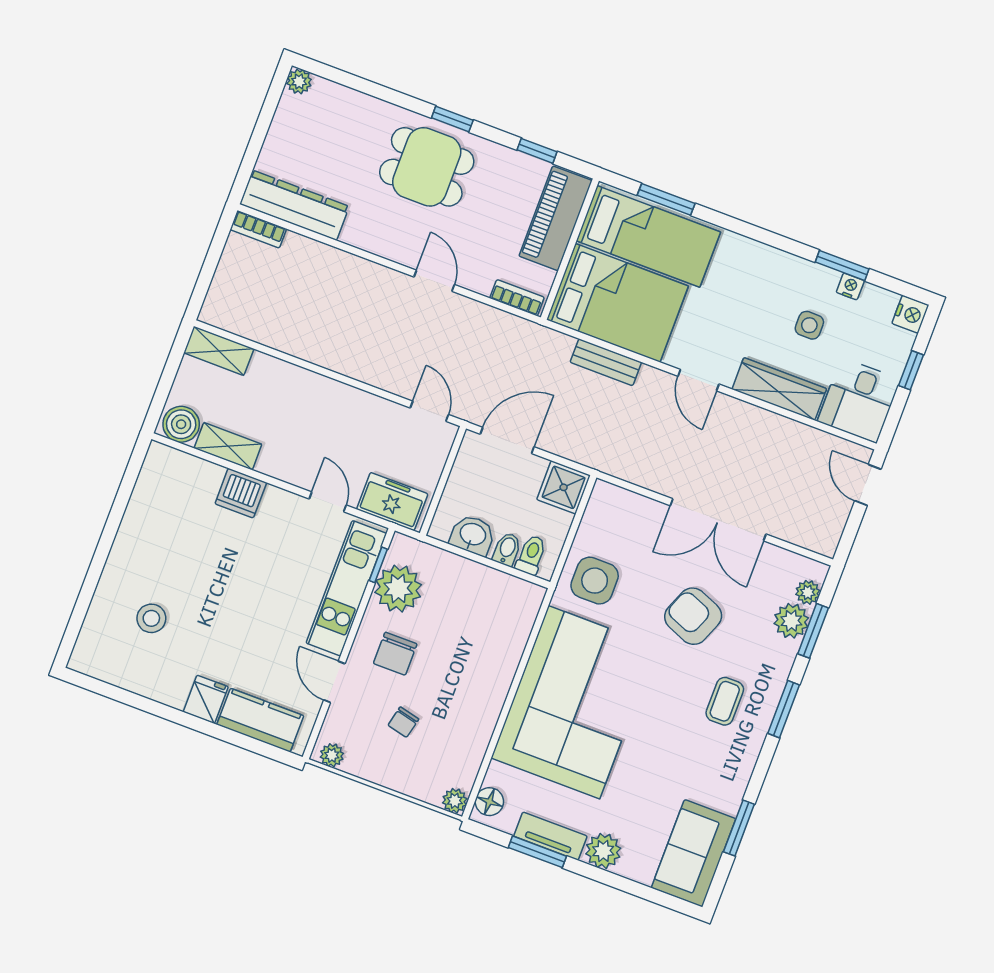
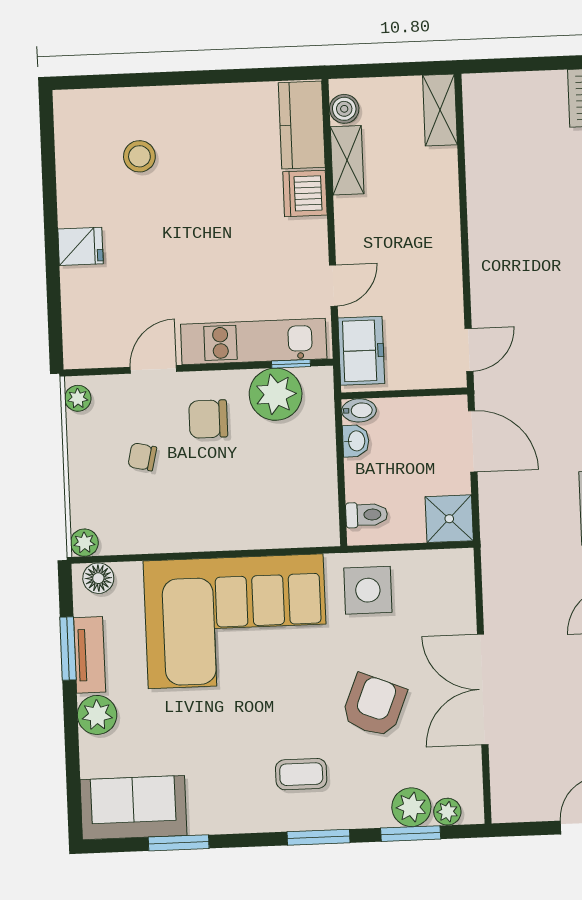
boiler: (181, 424) -> (344, 109), width x0.73, depth x0.73
washbasin: (473, 535) -> (356, 441), width x0.72, depth x0.69
bidet: (507, 549) -> (359, 410), moved
kitchen counter: (260, 720) -> (302, 125), moved, turned 180

